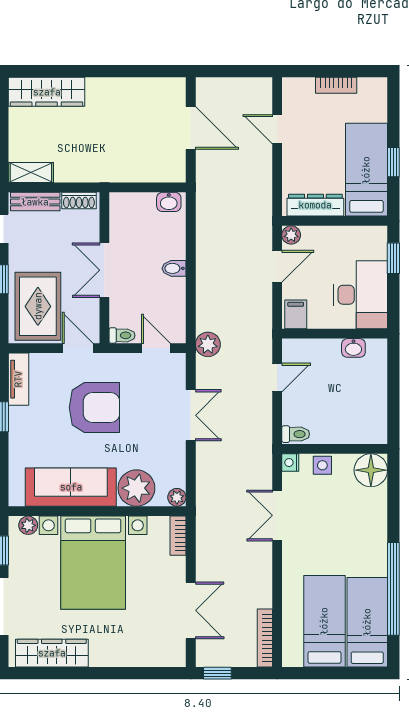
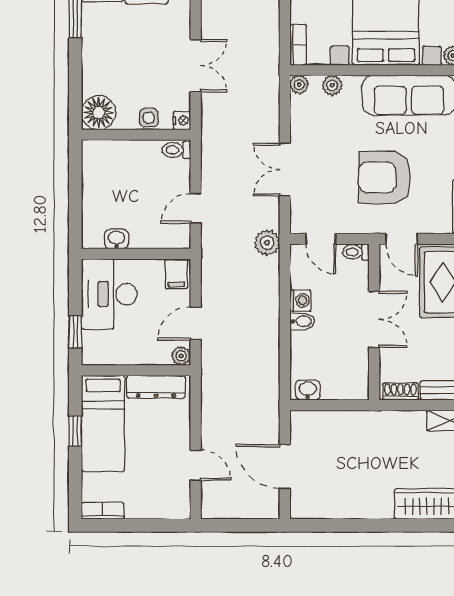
bookcase: (336, 85) -> (103, 511), moved
washing machine: (176, 289) -> (300, 300), added
plant: (136, 488) -> (332, 85), width x0.53, depth x0.53

